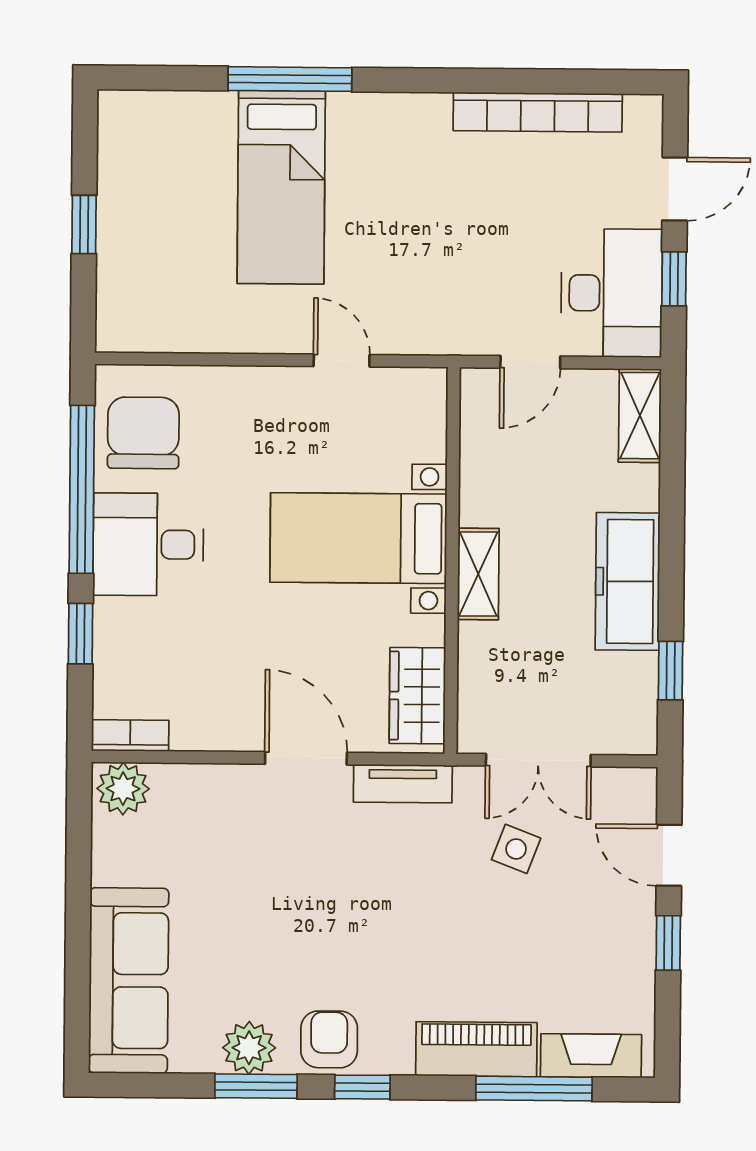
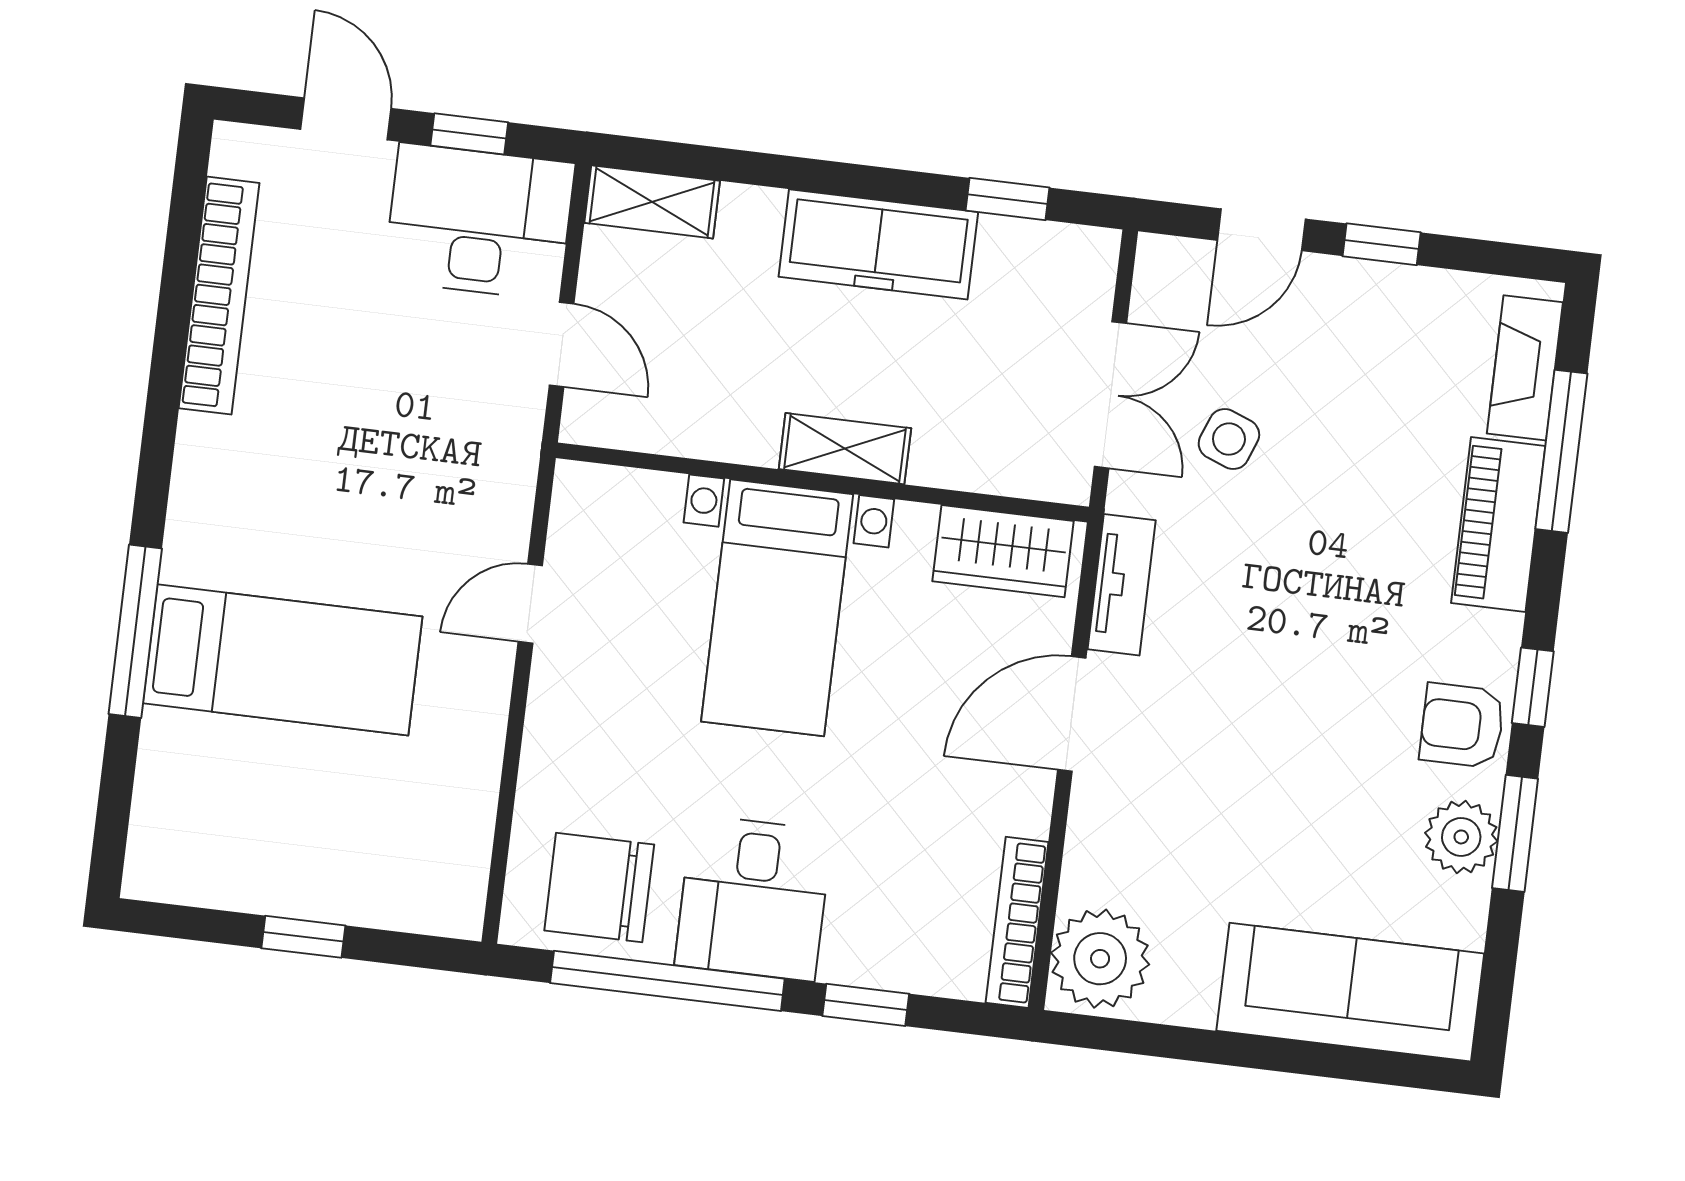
bookcase: (130, 736) -> (1017, 922), width x1.56
plant: (123, 789) -> (1100, 959), width x1.36, depth x1.36

